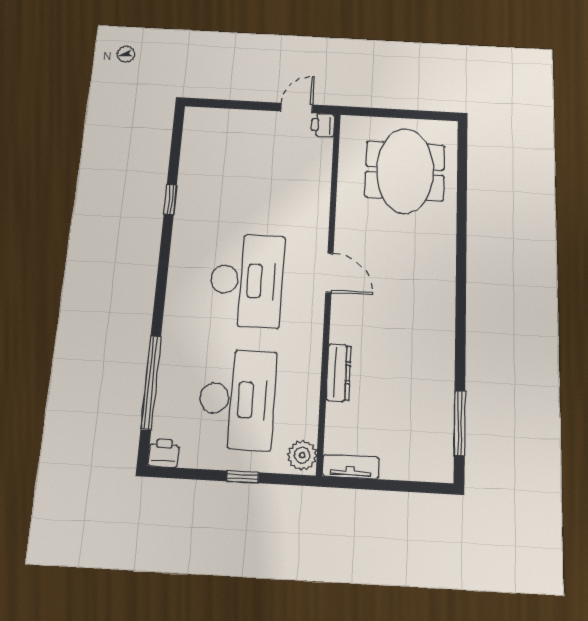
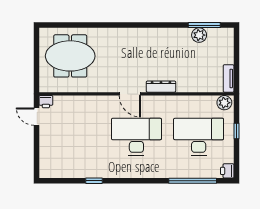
door: (329, 273) -> (130, 94), swing flipped
dresser: (339, 373) -> (161, 87), moved
plant: (440, 412) -> (199, 35), added

